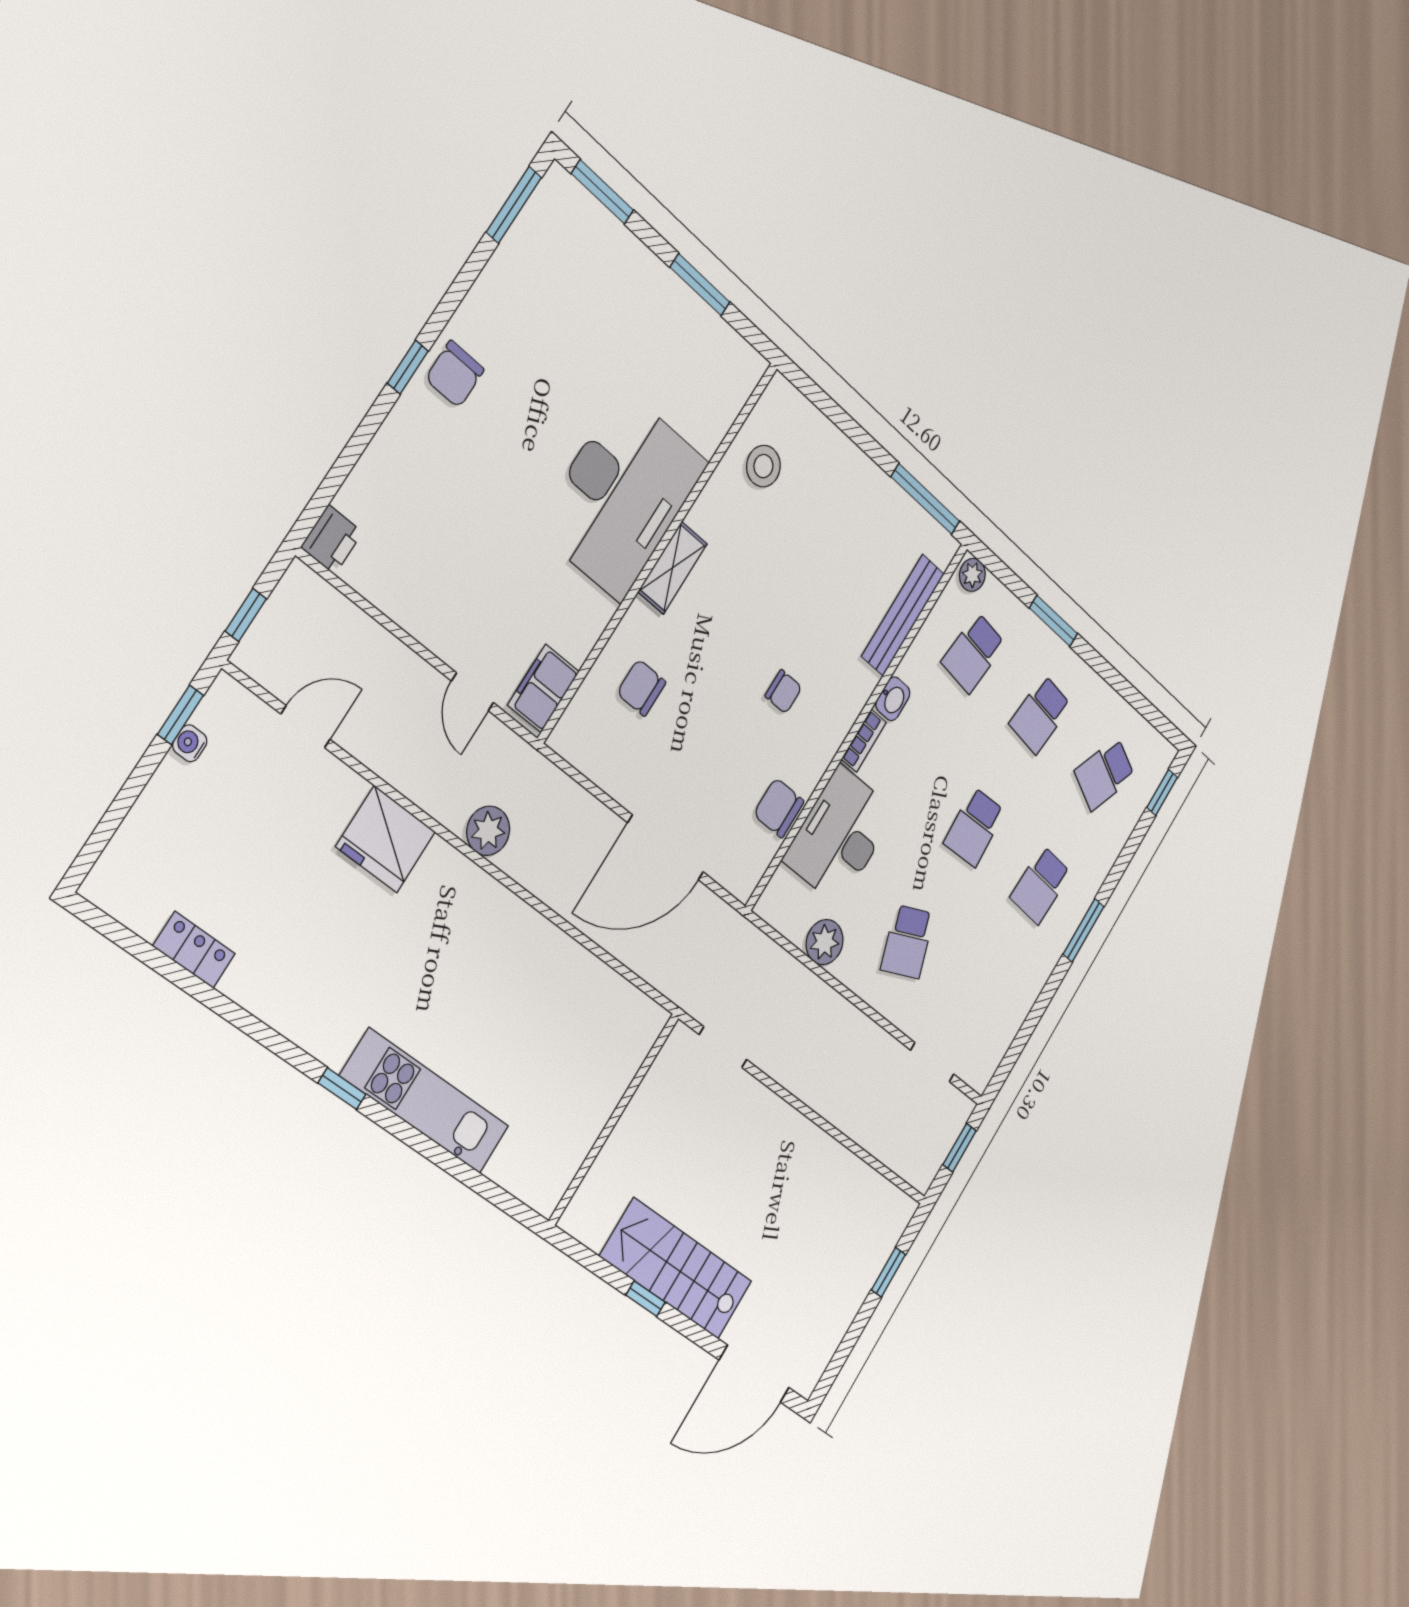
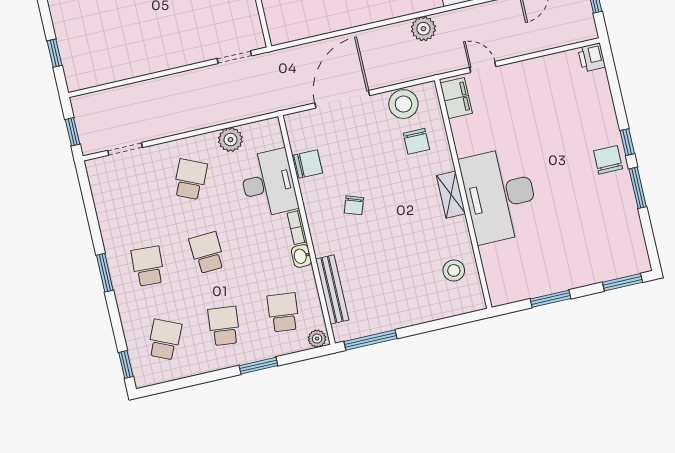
window: (514, 205) -> (638, 188), moved
chair: (641, 688) -> (416, 141), turned 90
chair: (783, 692) -> (354, 205), turned -71
stool: (608, 756) -> (403, 104), added
school desk: (907, 942) -> (190, 179), turned 45

